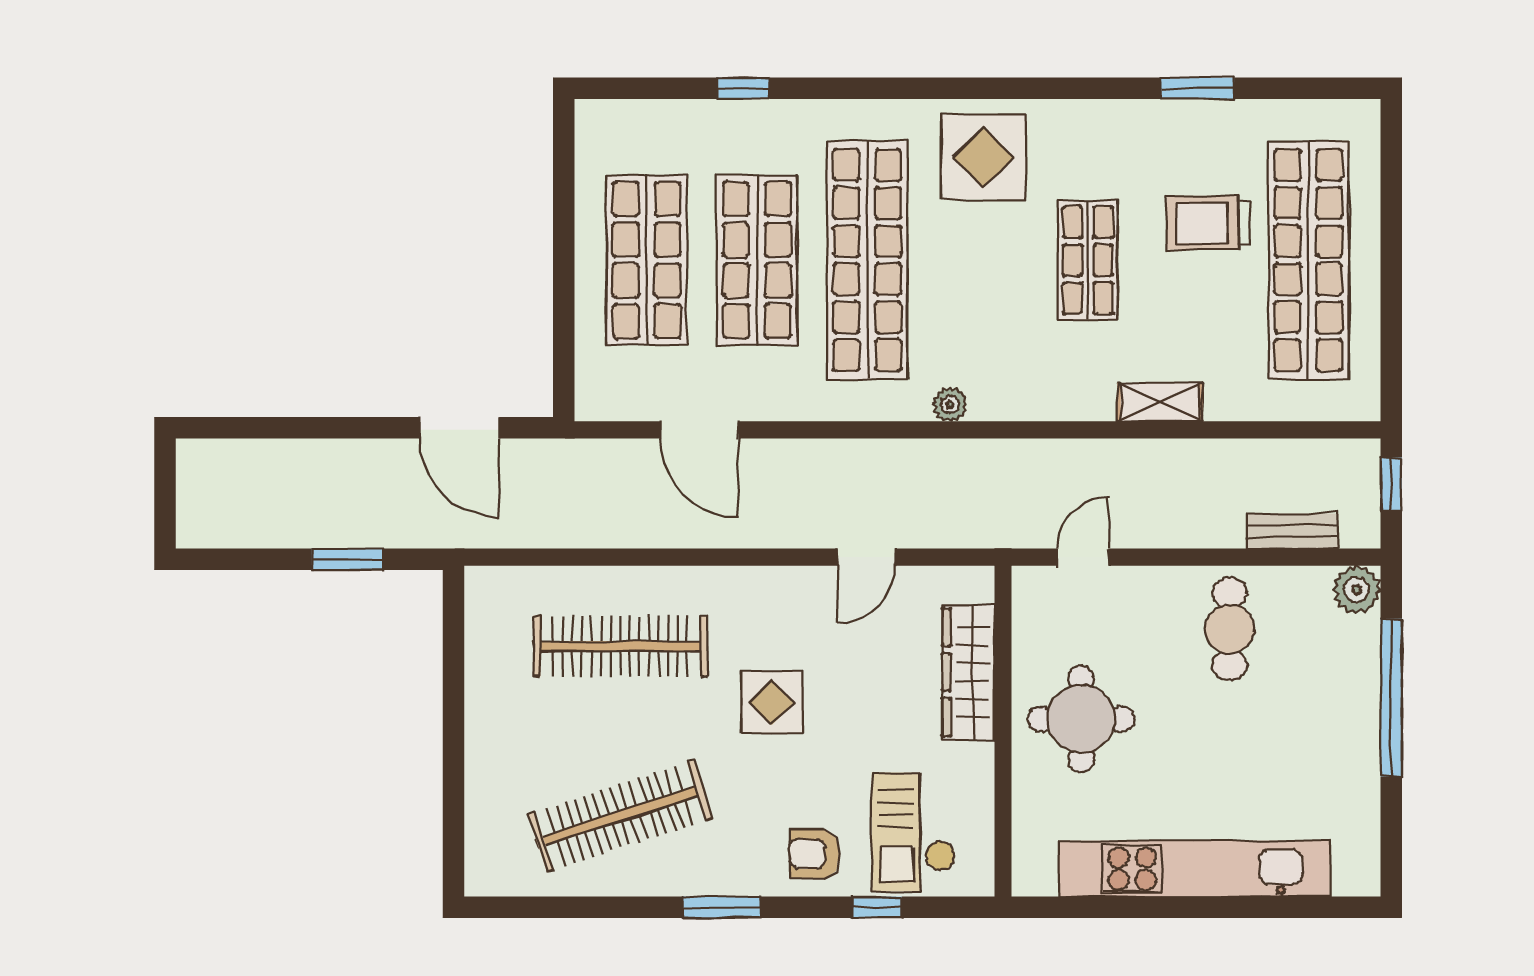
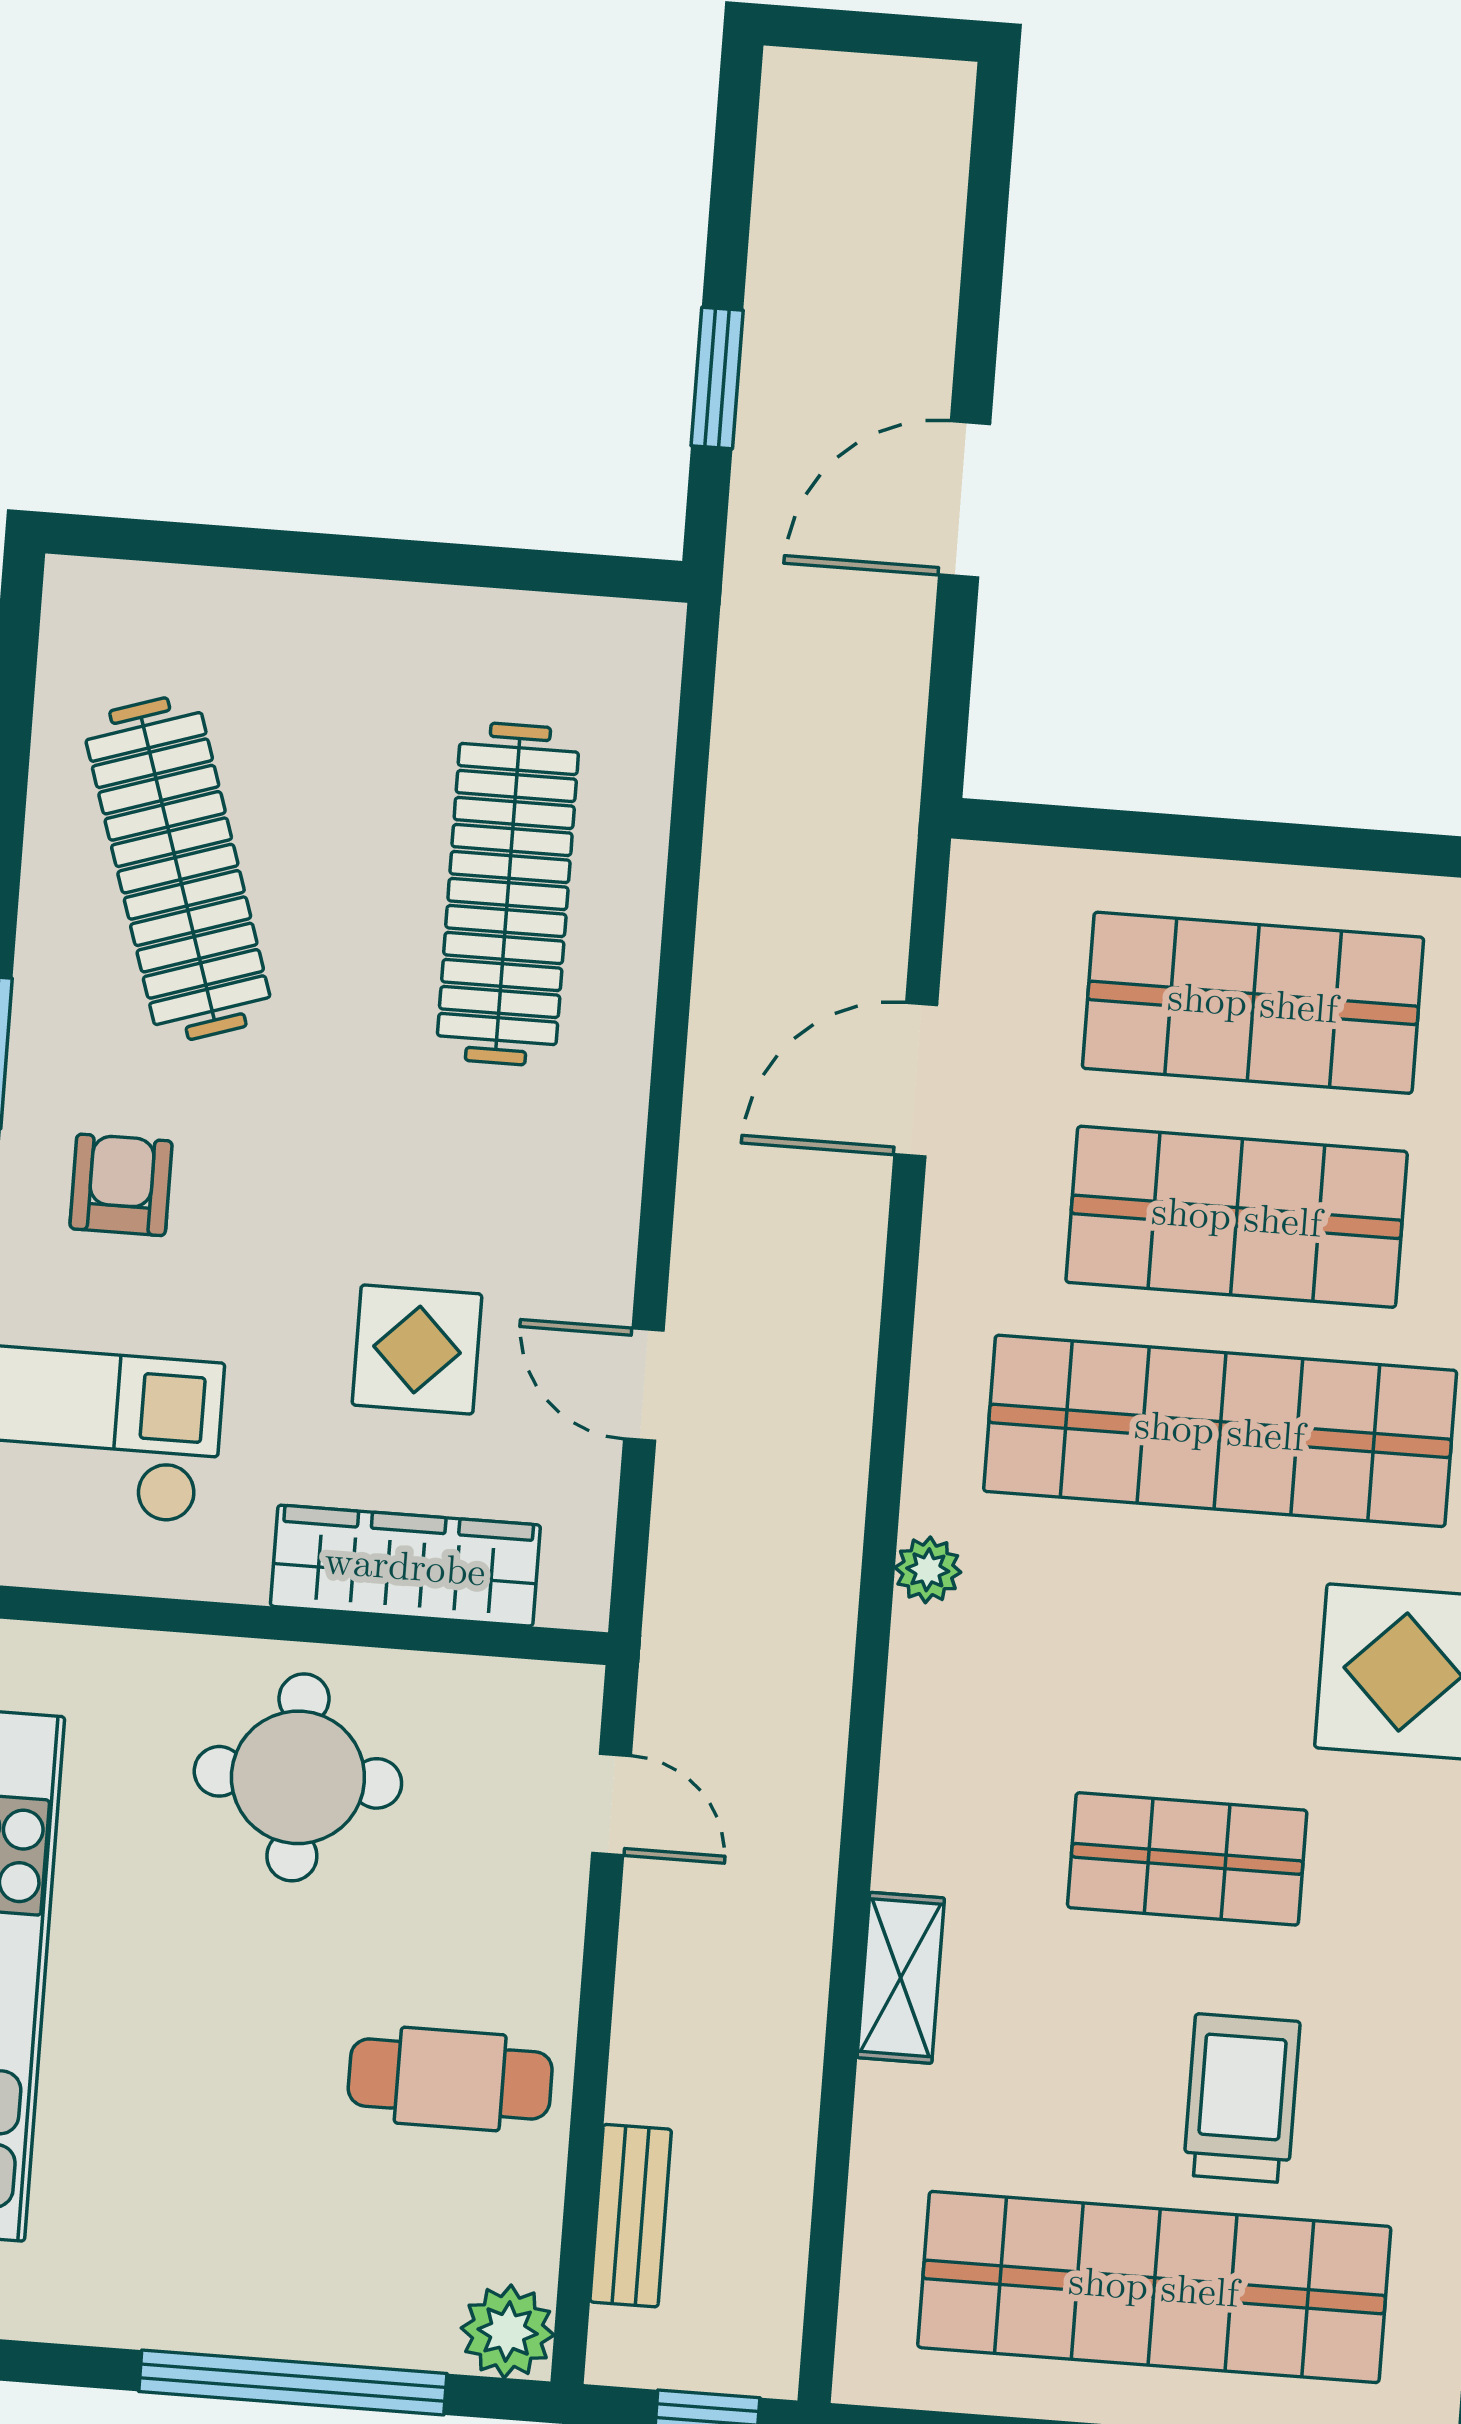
door: (460, 428) -> (965, 499), moved
display table: (772, 702) -> (417, 1350), moved
armchair: (814, 854) -> (121, 1185), moved

